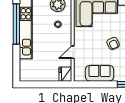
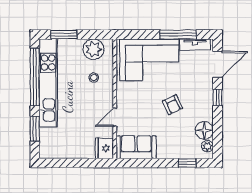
window: (16, 60) -> (35, 129), added
sofa: (100, 73) -> (136, 147), moved

